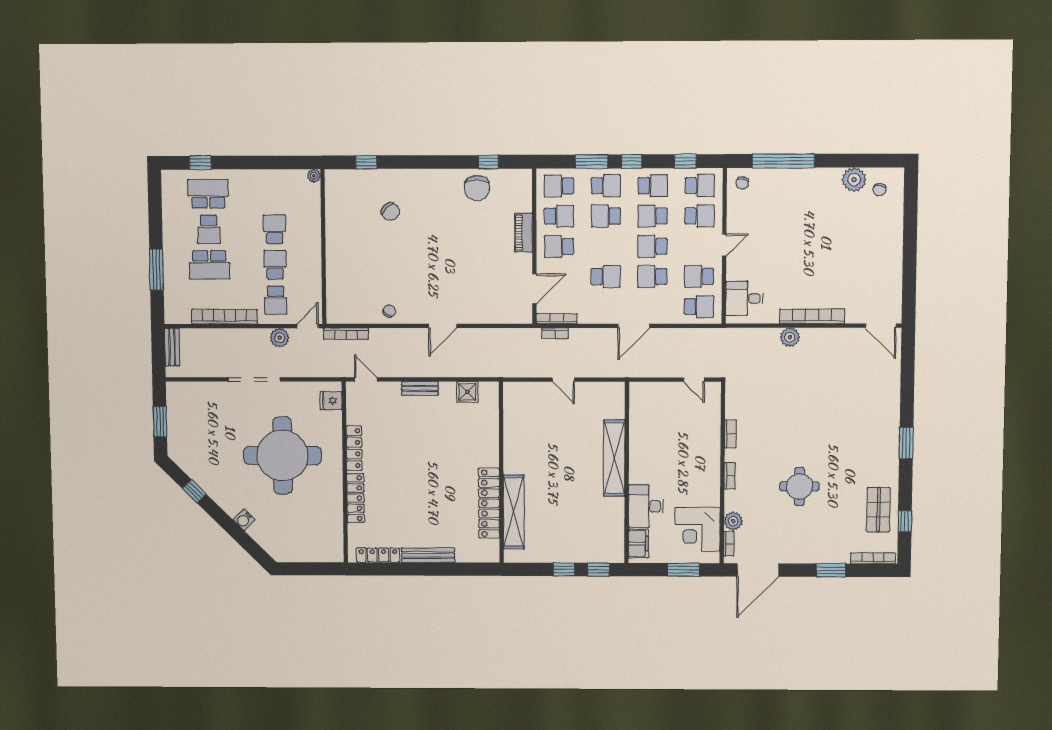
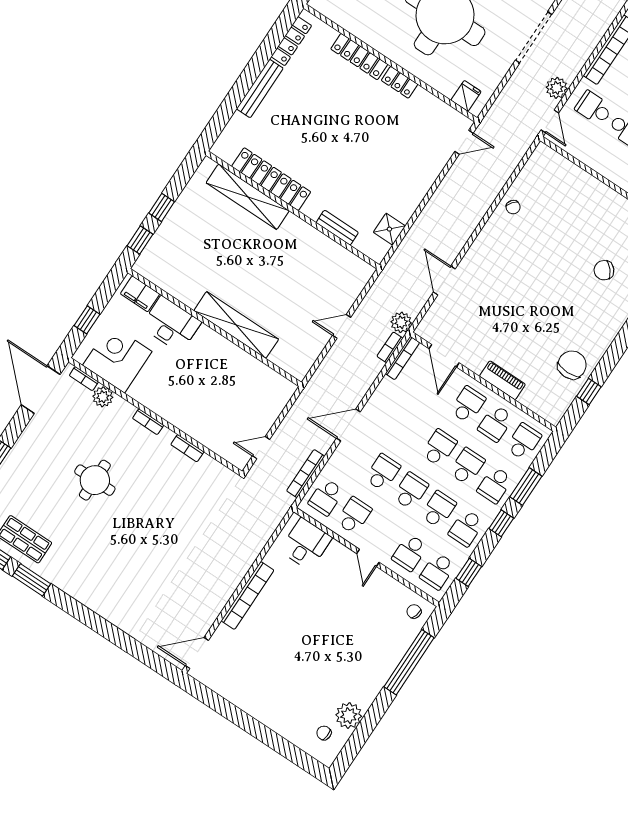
chair: (477, 188) -> (572, 365), turned 90
school desk: (606, 277) -> (439, 448), moved, turned 180
door: (443, 326) -> (444, 281), moved
door: (634, 326) -> (348, 425), hinge flipped
bookcase: (346, 334) -> (306, 474), moved
plant: (790, 337) -> (401, 322), moved
bench: (420, 388) -> (337, 228), moved, turned 90
window: (906, 443) -> (32, 580), moved
locker: (354, 448) -> (400, 82), width x0.66
window: (683, 570) -> (87, 320), width x0.67

